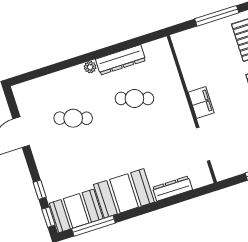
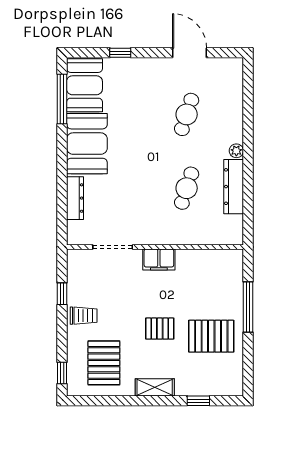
window: (48, 217) -> (87, 53), removed

